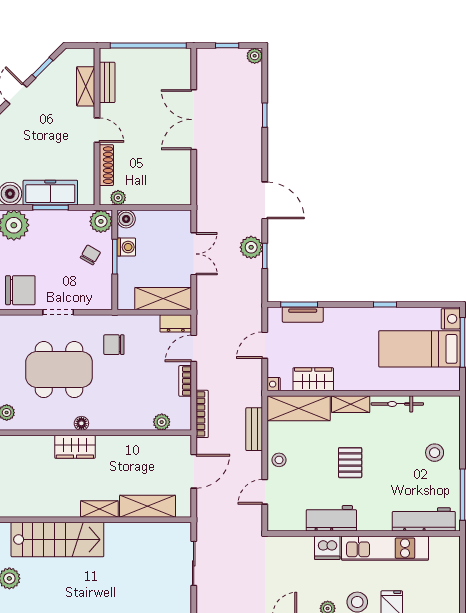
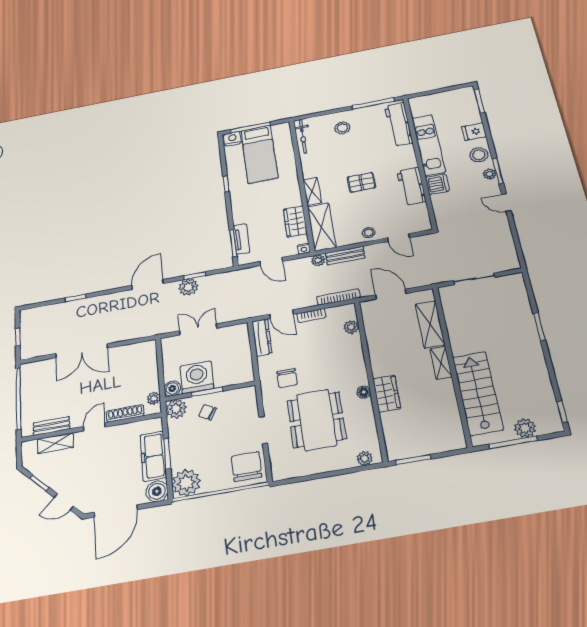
plant: (255, 56) -> (318, 260), moved
washing machine: (126, 247) -> (197, 377), width x1.89, depth x1.89
shelving: (163, 299) -> (240, 346), removed
dresser: (176, 323) -> (262, 337), width x1.44
bicycle: (397, 404) -> (303, 136), moved

